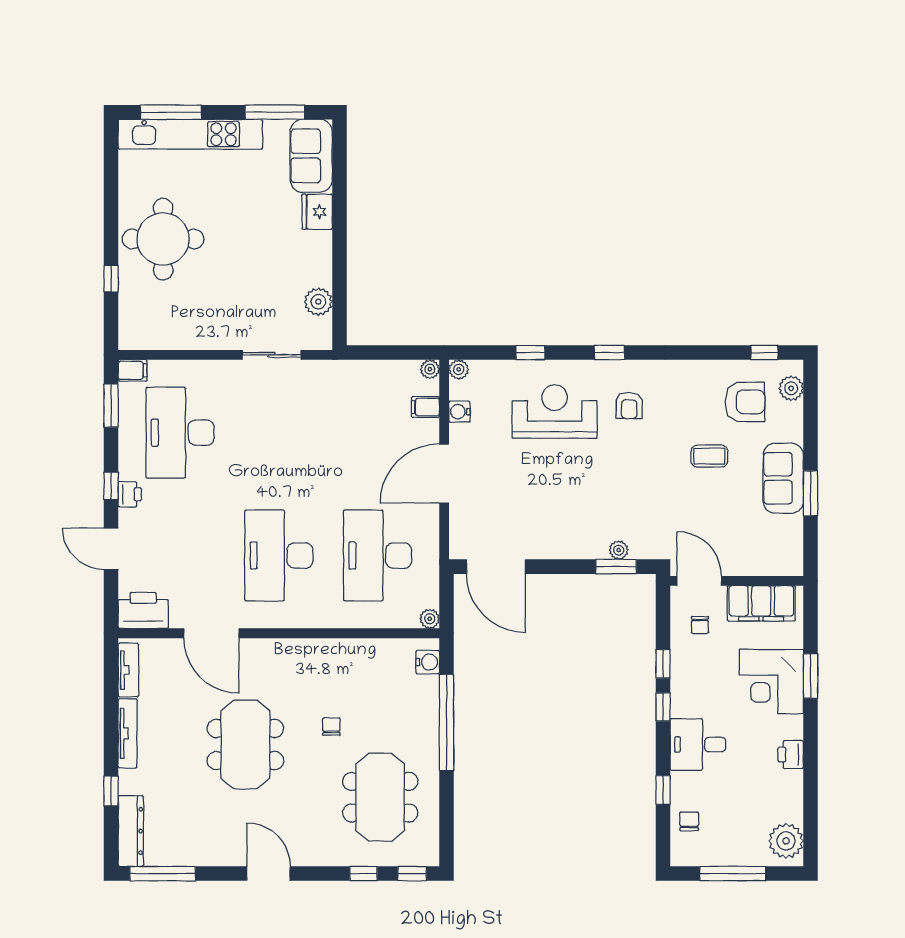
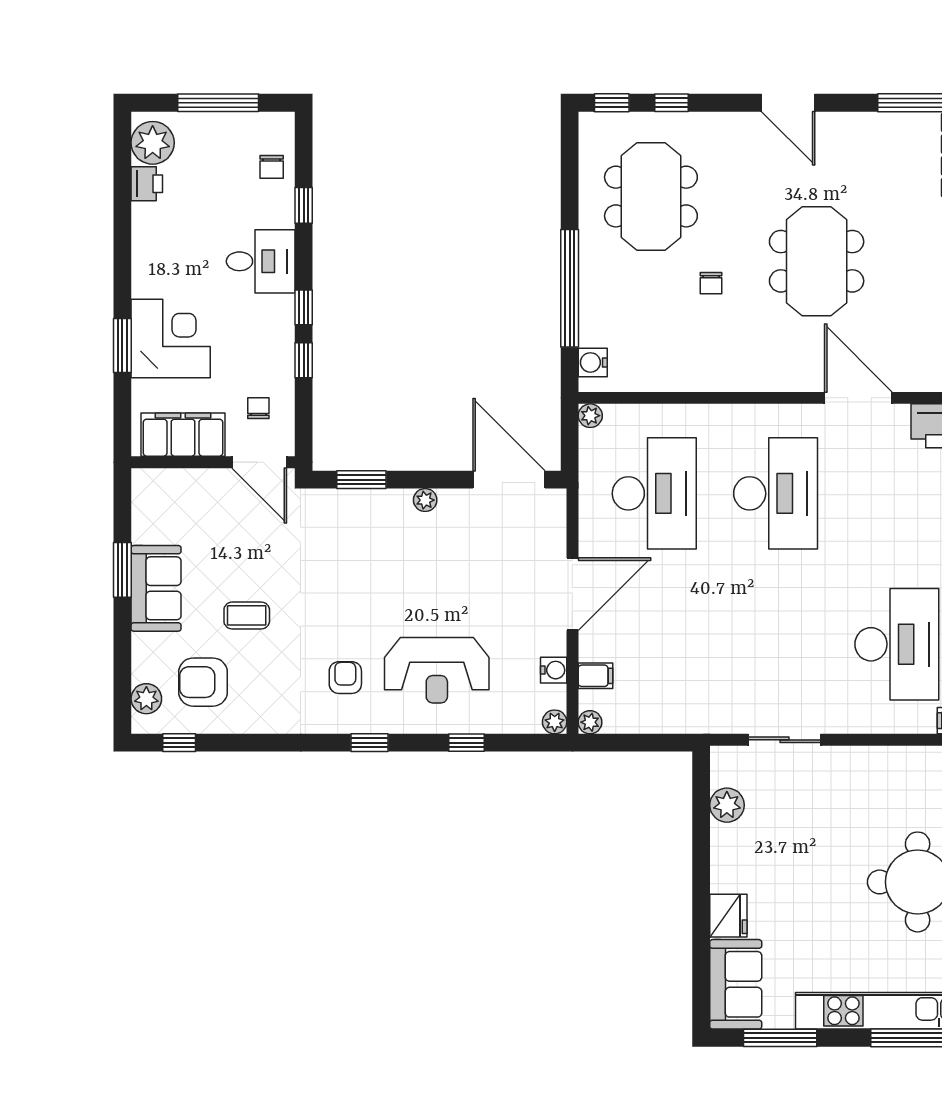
plant: (619, 550) -> (425, 500), moved
printer: (791, 755) -> (147, 184), moved

